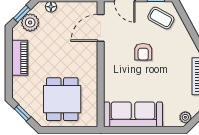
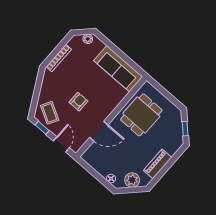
window: (22, 14) -> (133, 190), removed
door: (101, 28) -> (99, 131), moved
dining table: (62, 99) -> (141, 115), moved

